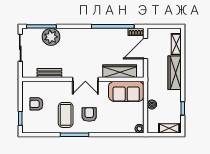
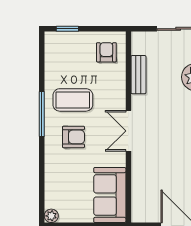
wardrobe: (120, 71) -> (141, 185), removed
armchair: (36, 104) -> (106, 52), moved

